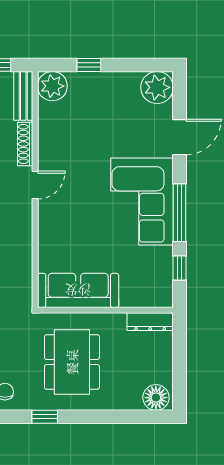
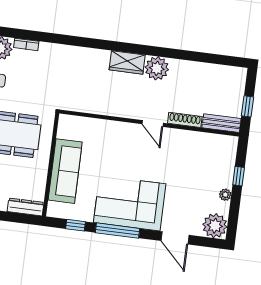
plant: (52, 86) -> (225, 195), moved, width x0.53, depth x0.53
sofa: (78, 290) -> (65, 171), moved
dresser: (150, 322) -> (26, 207), moved, turned 90

